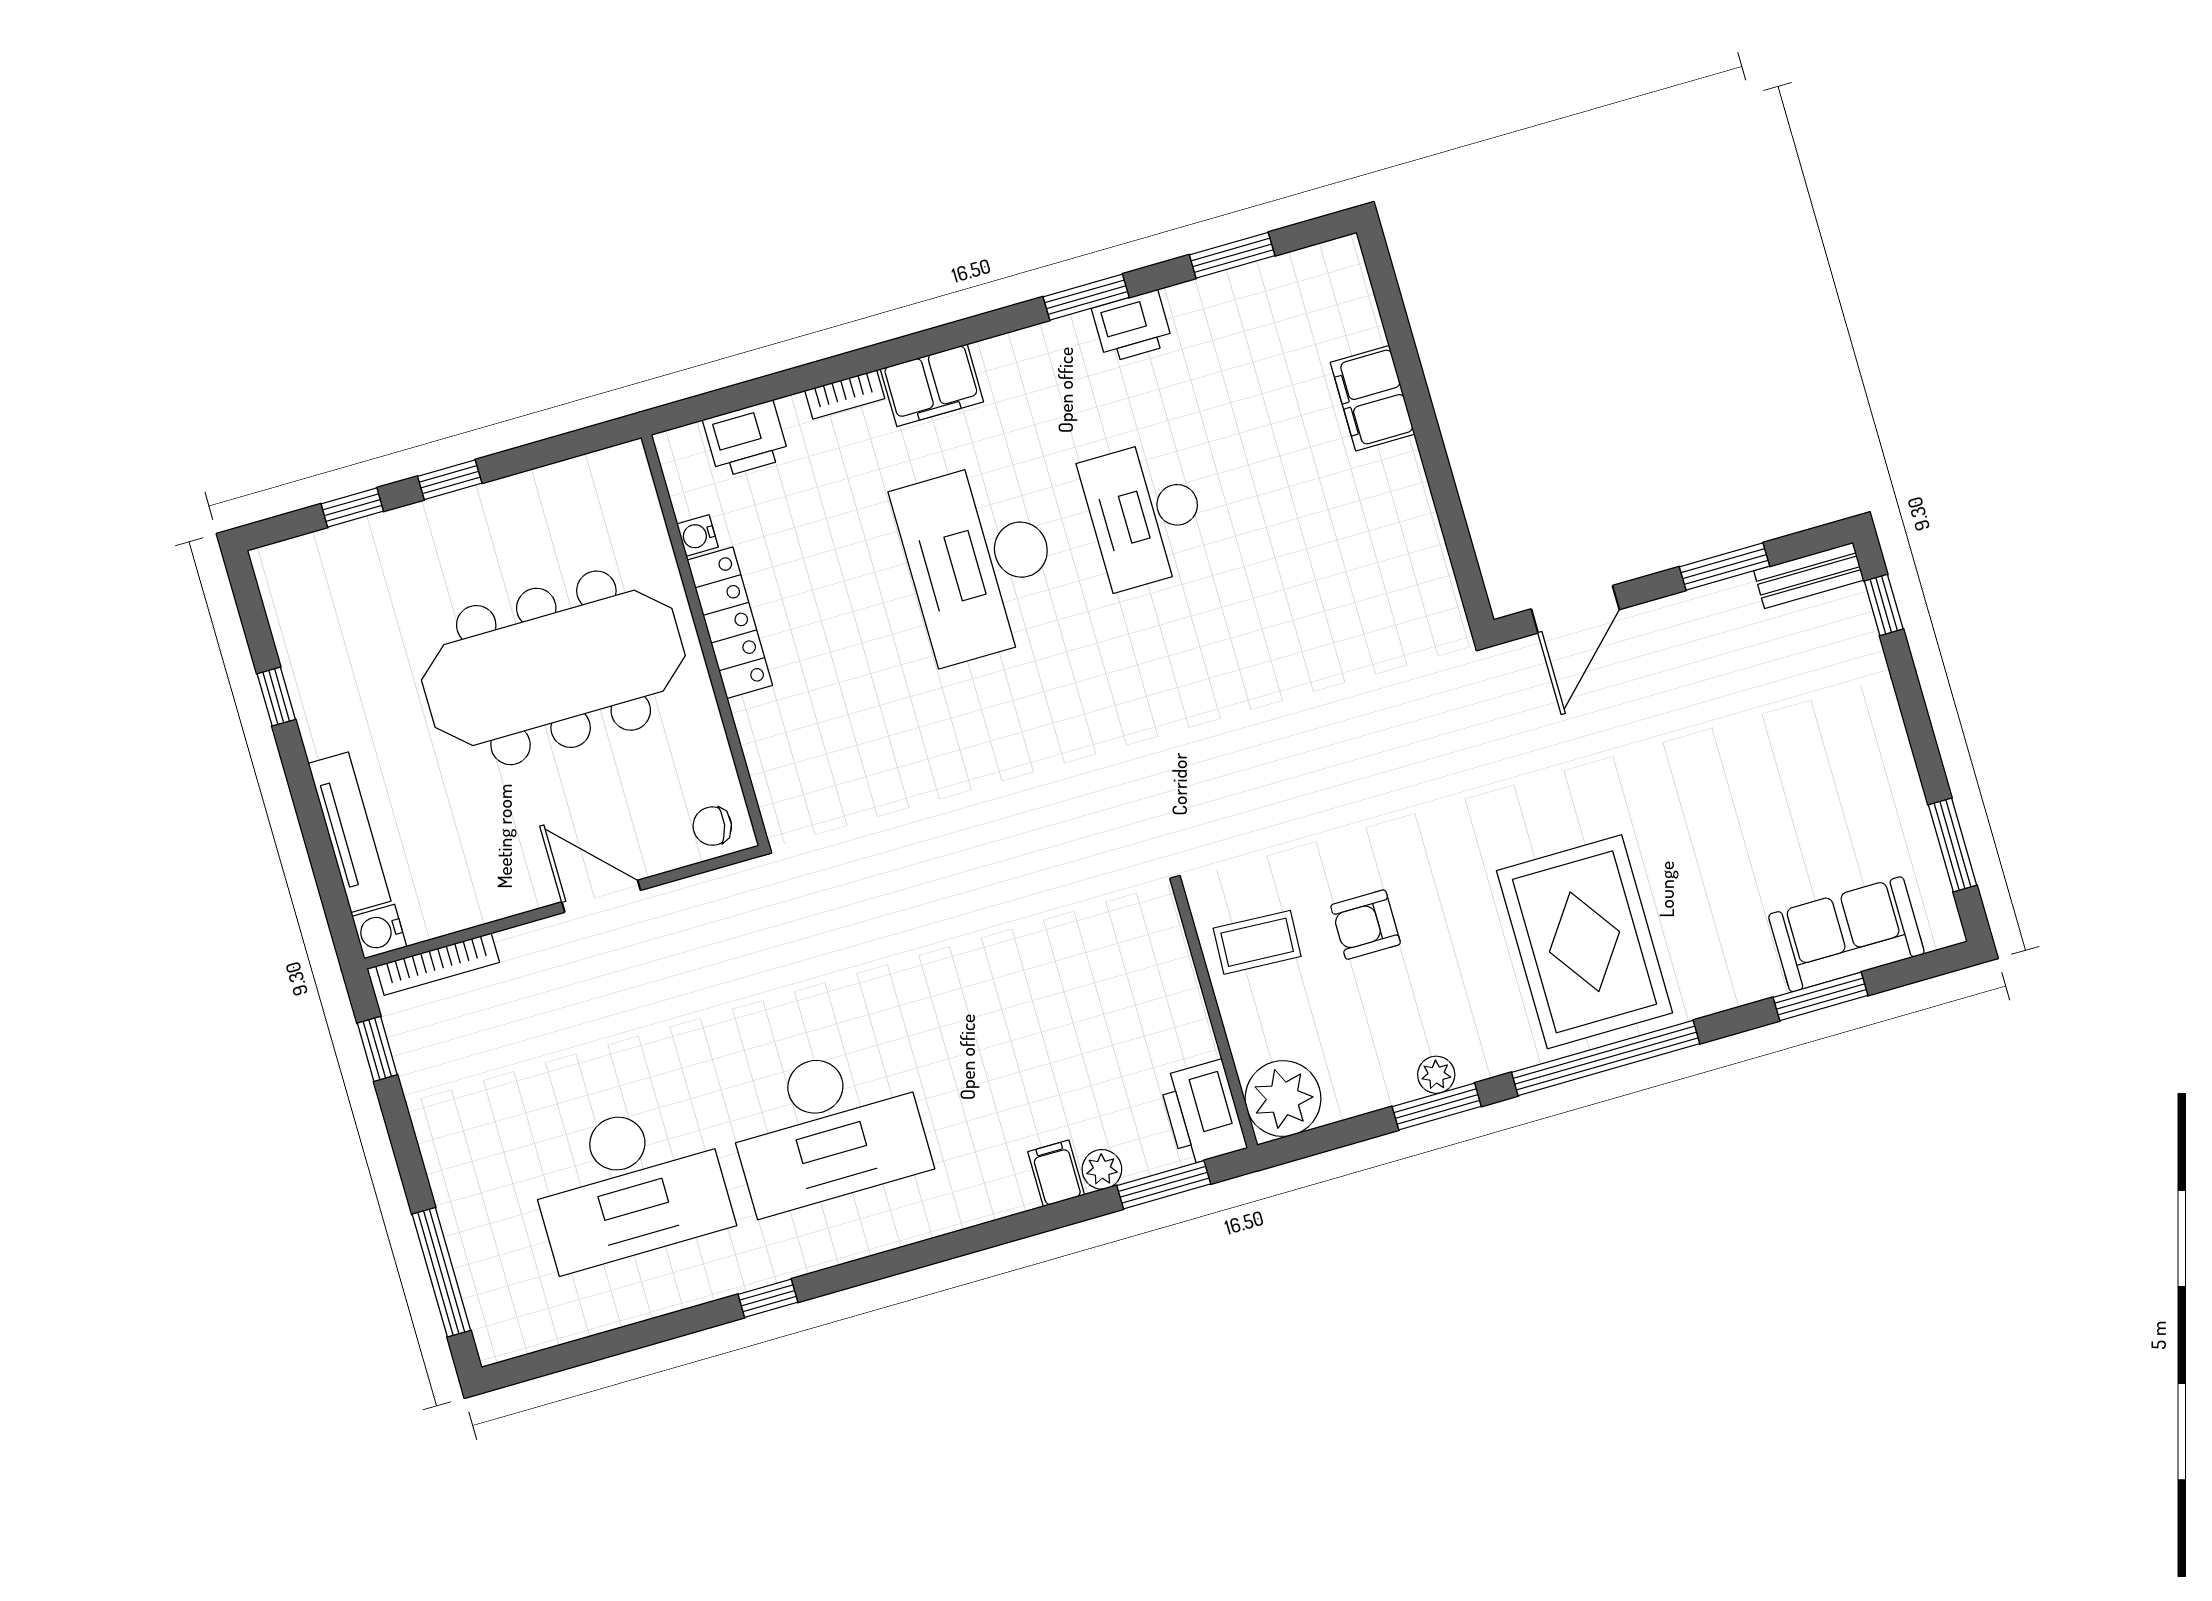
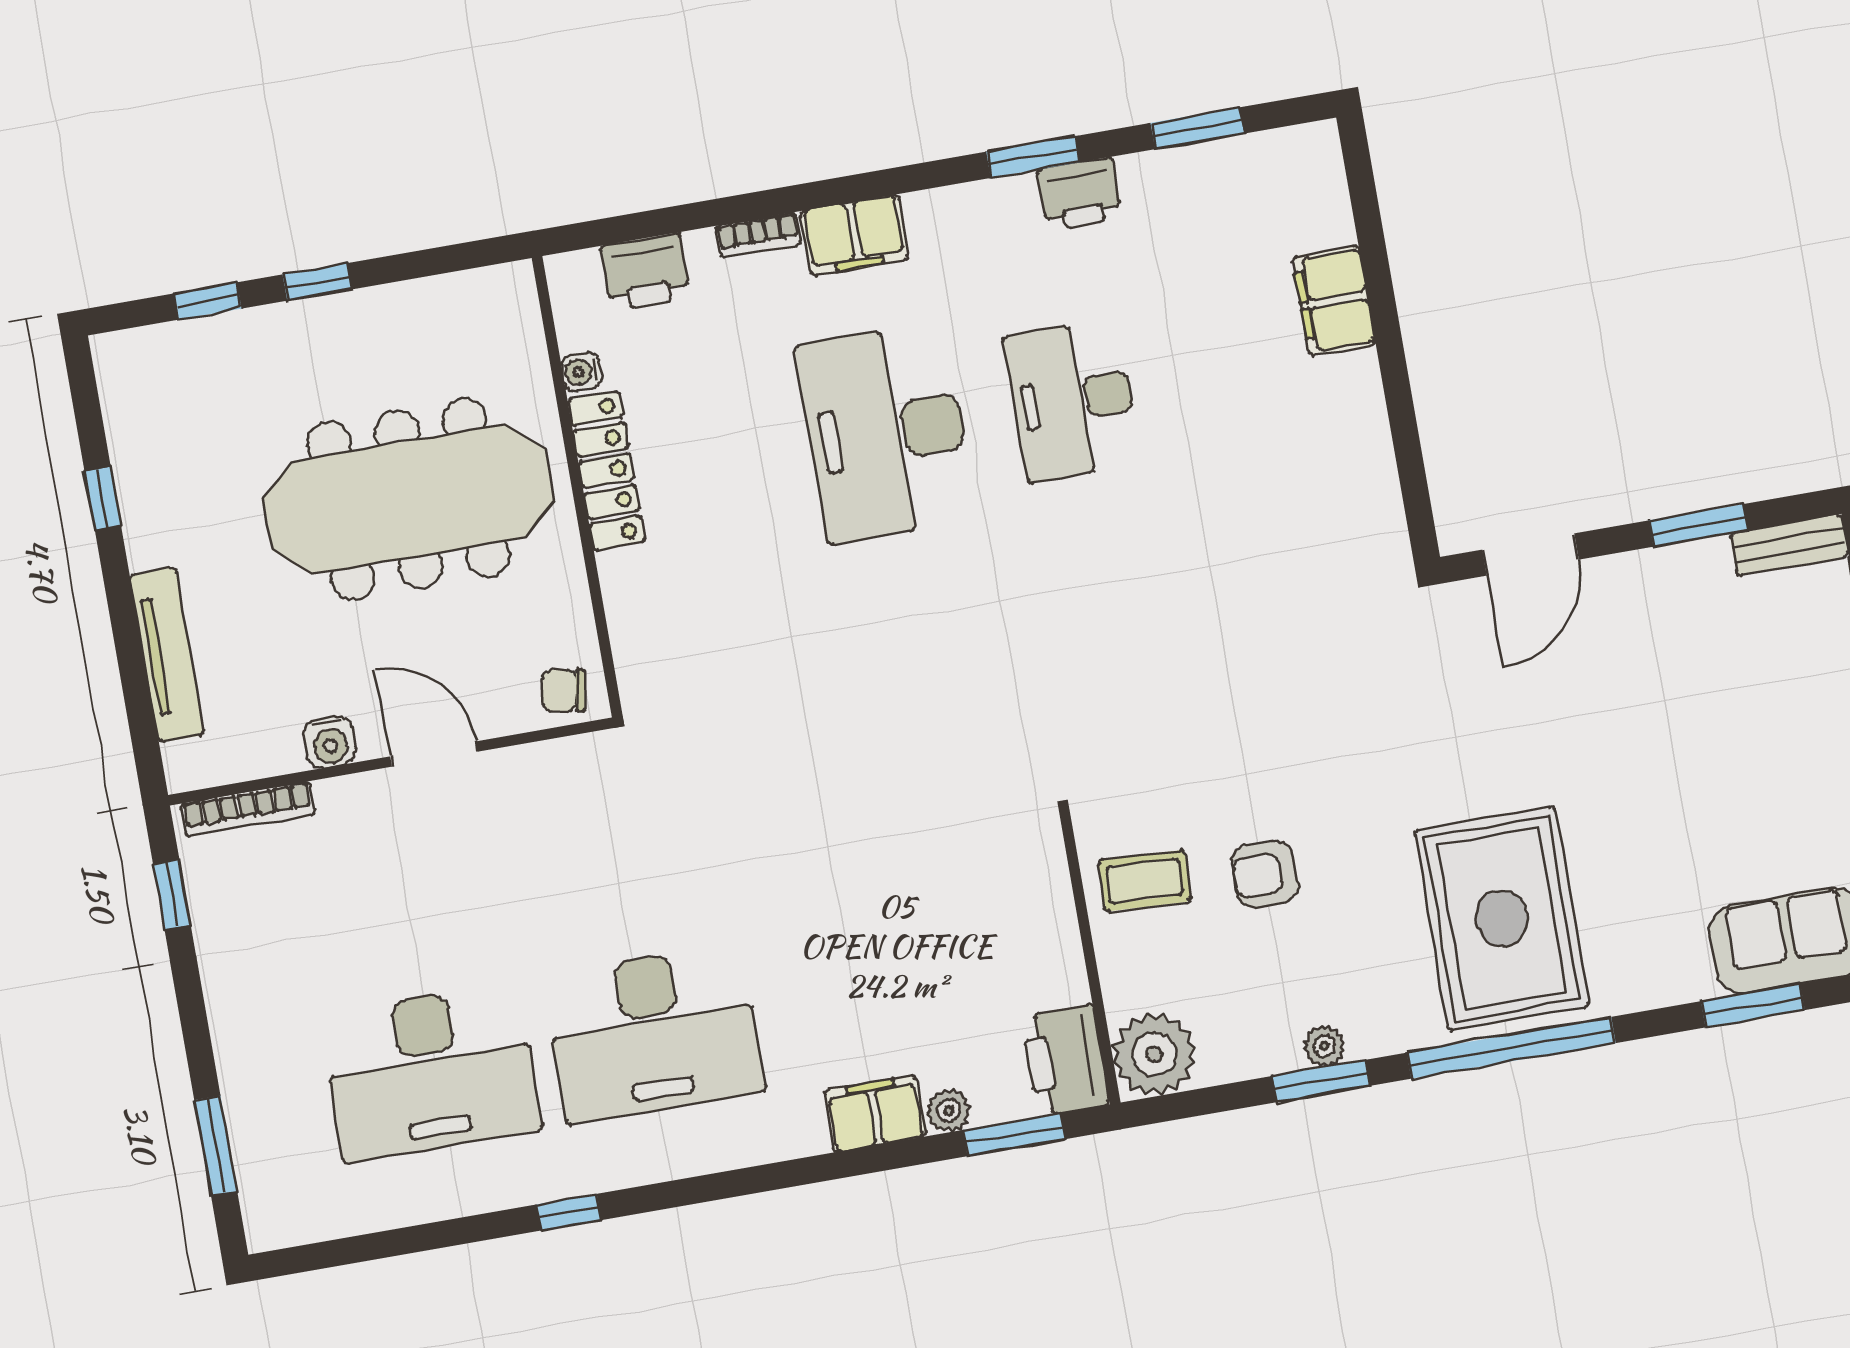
water cooler: (379, 932) -> (330, 742), moved, turned -90
filing cabinet: (1056, 1173) -> (875, 1114), width x2.00
window: (441, 1272) -> (216, 1146), width x0.69

